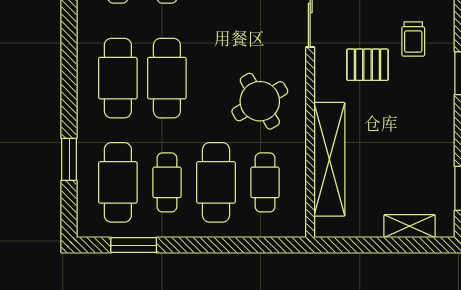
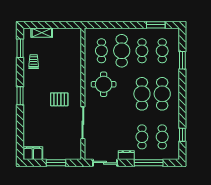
trolley: (413, 39) -> (34, 62), moved
round table: (260, 101) -> (104, 84), turned 30
shelving: (329, 159) -> (75, 60), removed
cafe table: (118, 182) -> (162, 51), width x0.73, depth x0.74

